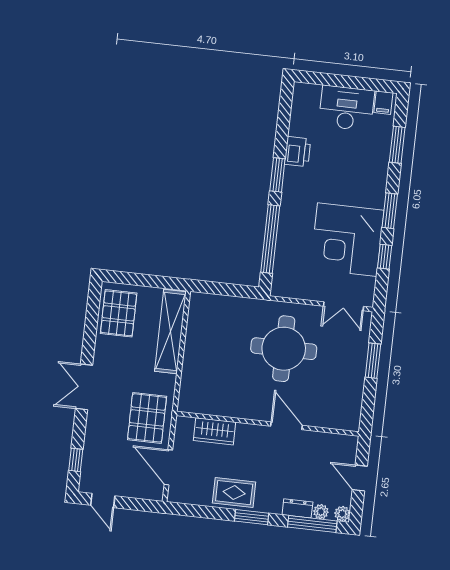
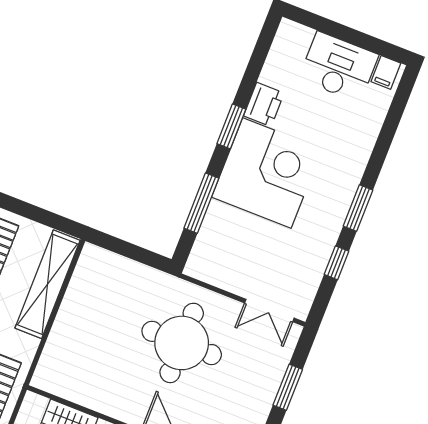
window: (397, 145) -> (389, 129), removed
window: (270, 239) -> (201, 203), width x0.68
corner desk: (347, 240) -> (267, 173), moved, turned 180

